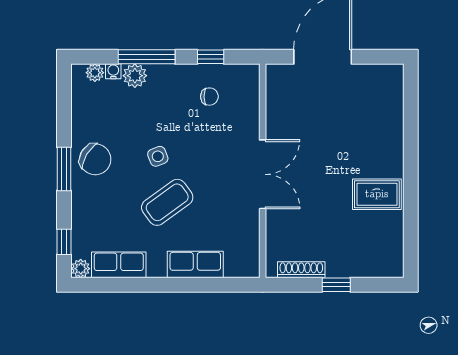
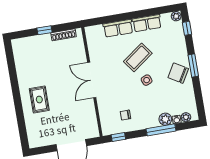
window: (211, 57) -> (118, 137), moved
rug: (377, 194) -> (39, 100), moved, turned 90
row of seats: (119, 265) -> (147, 23), moved

